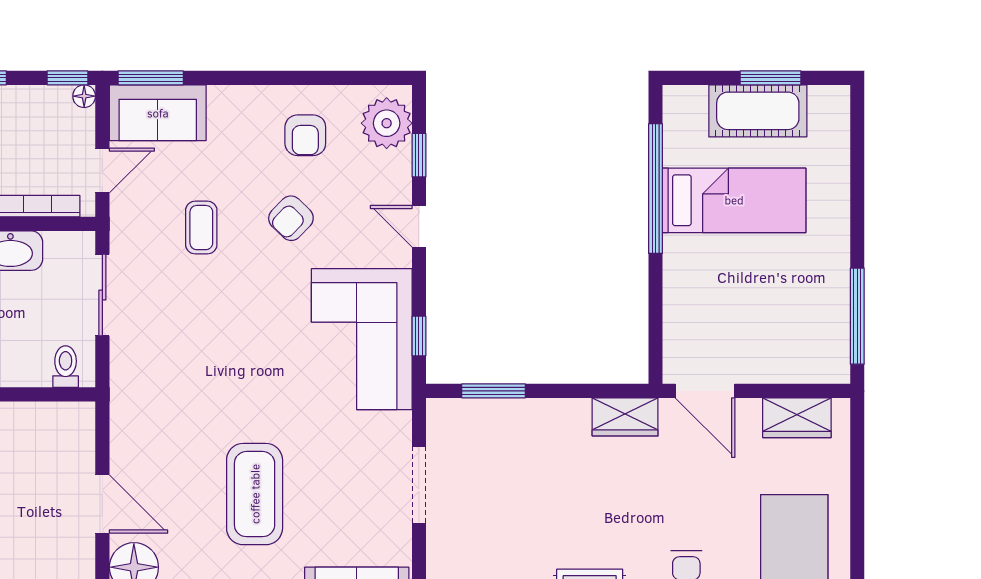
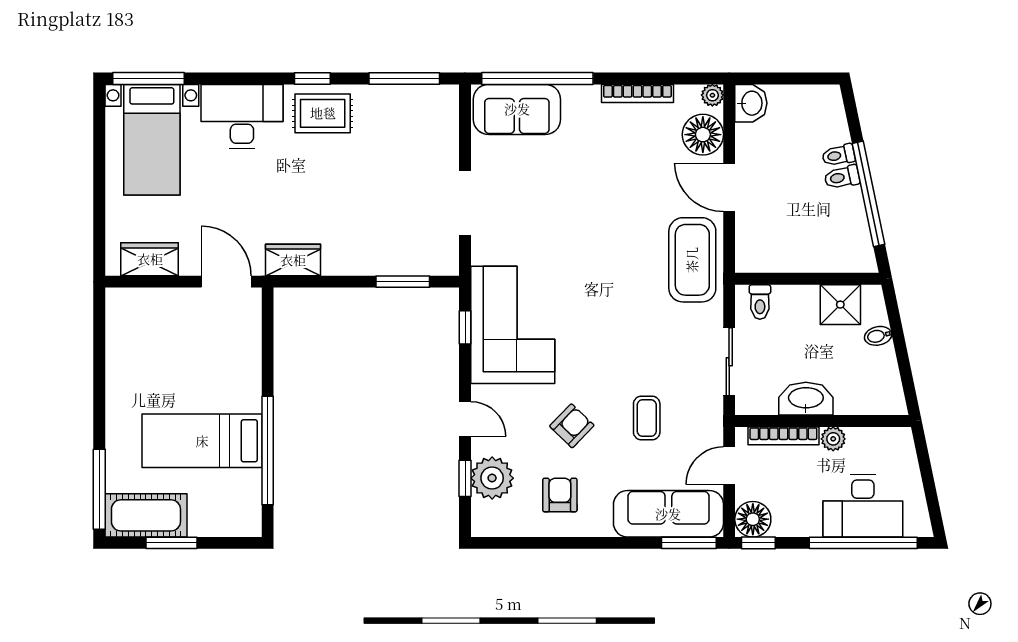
floor lamp: (84, 96) -> (753, 519), width x1.89, depth x1.89
cot: (758, 111) -> (146, 515), moved
sofa: (158, 113) -> (668, 514), width x1.36
plant: (387, 123) -> (492, 478), moved
window: (857, 316) -> (99, 489), moved
coffee table: (255, 494) -> (692, 260), moved

